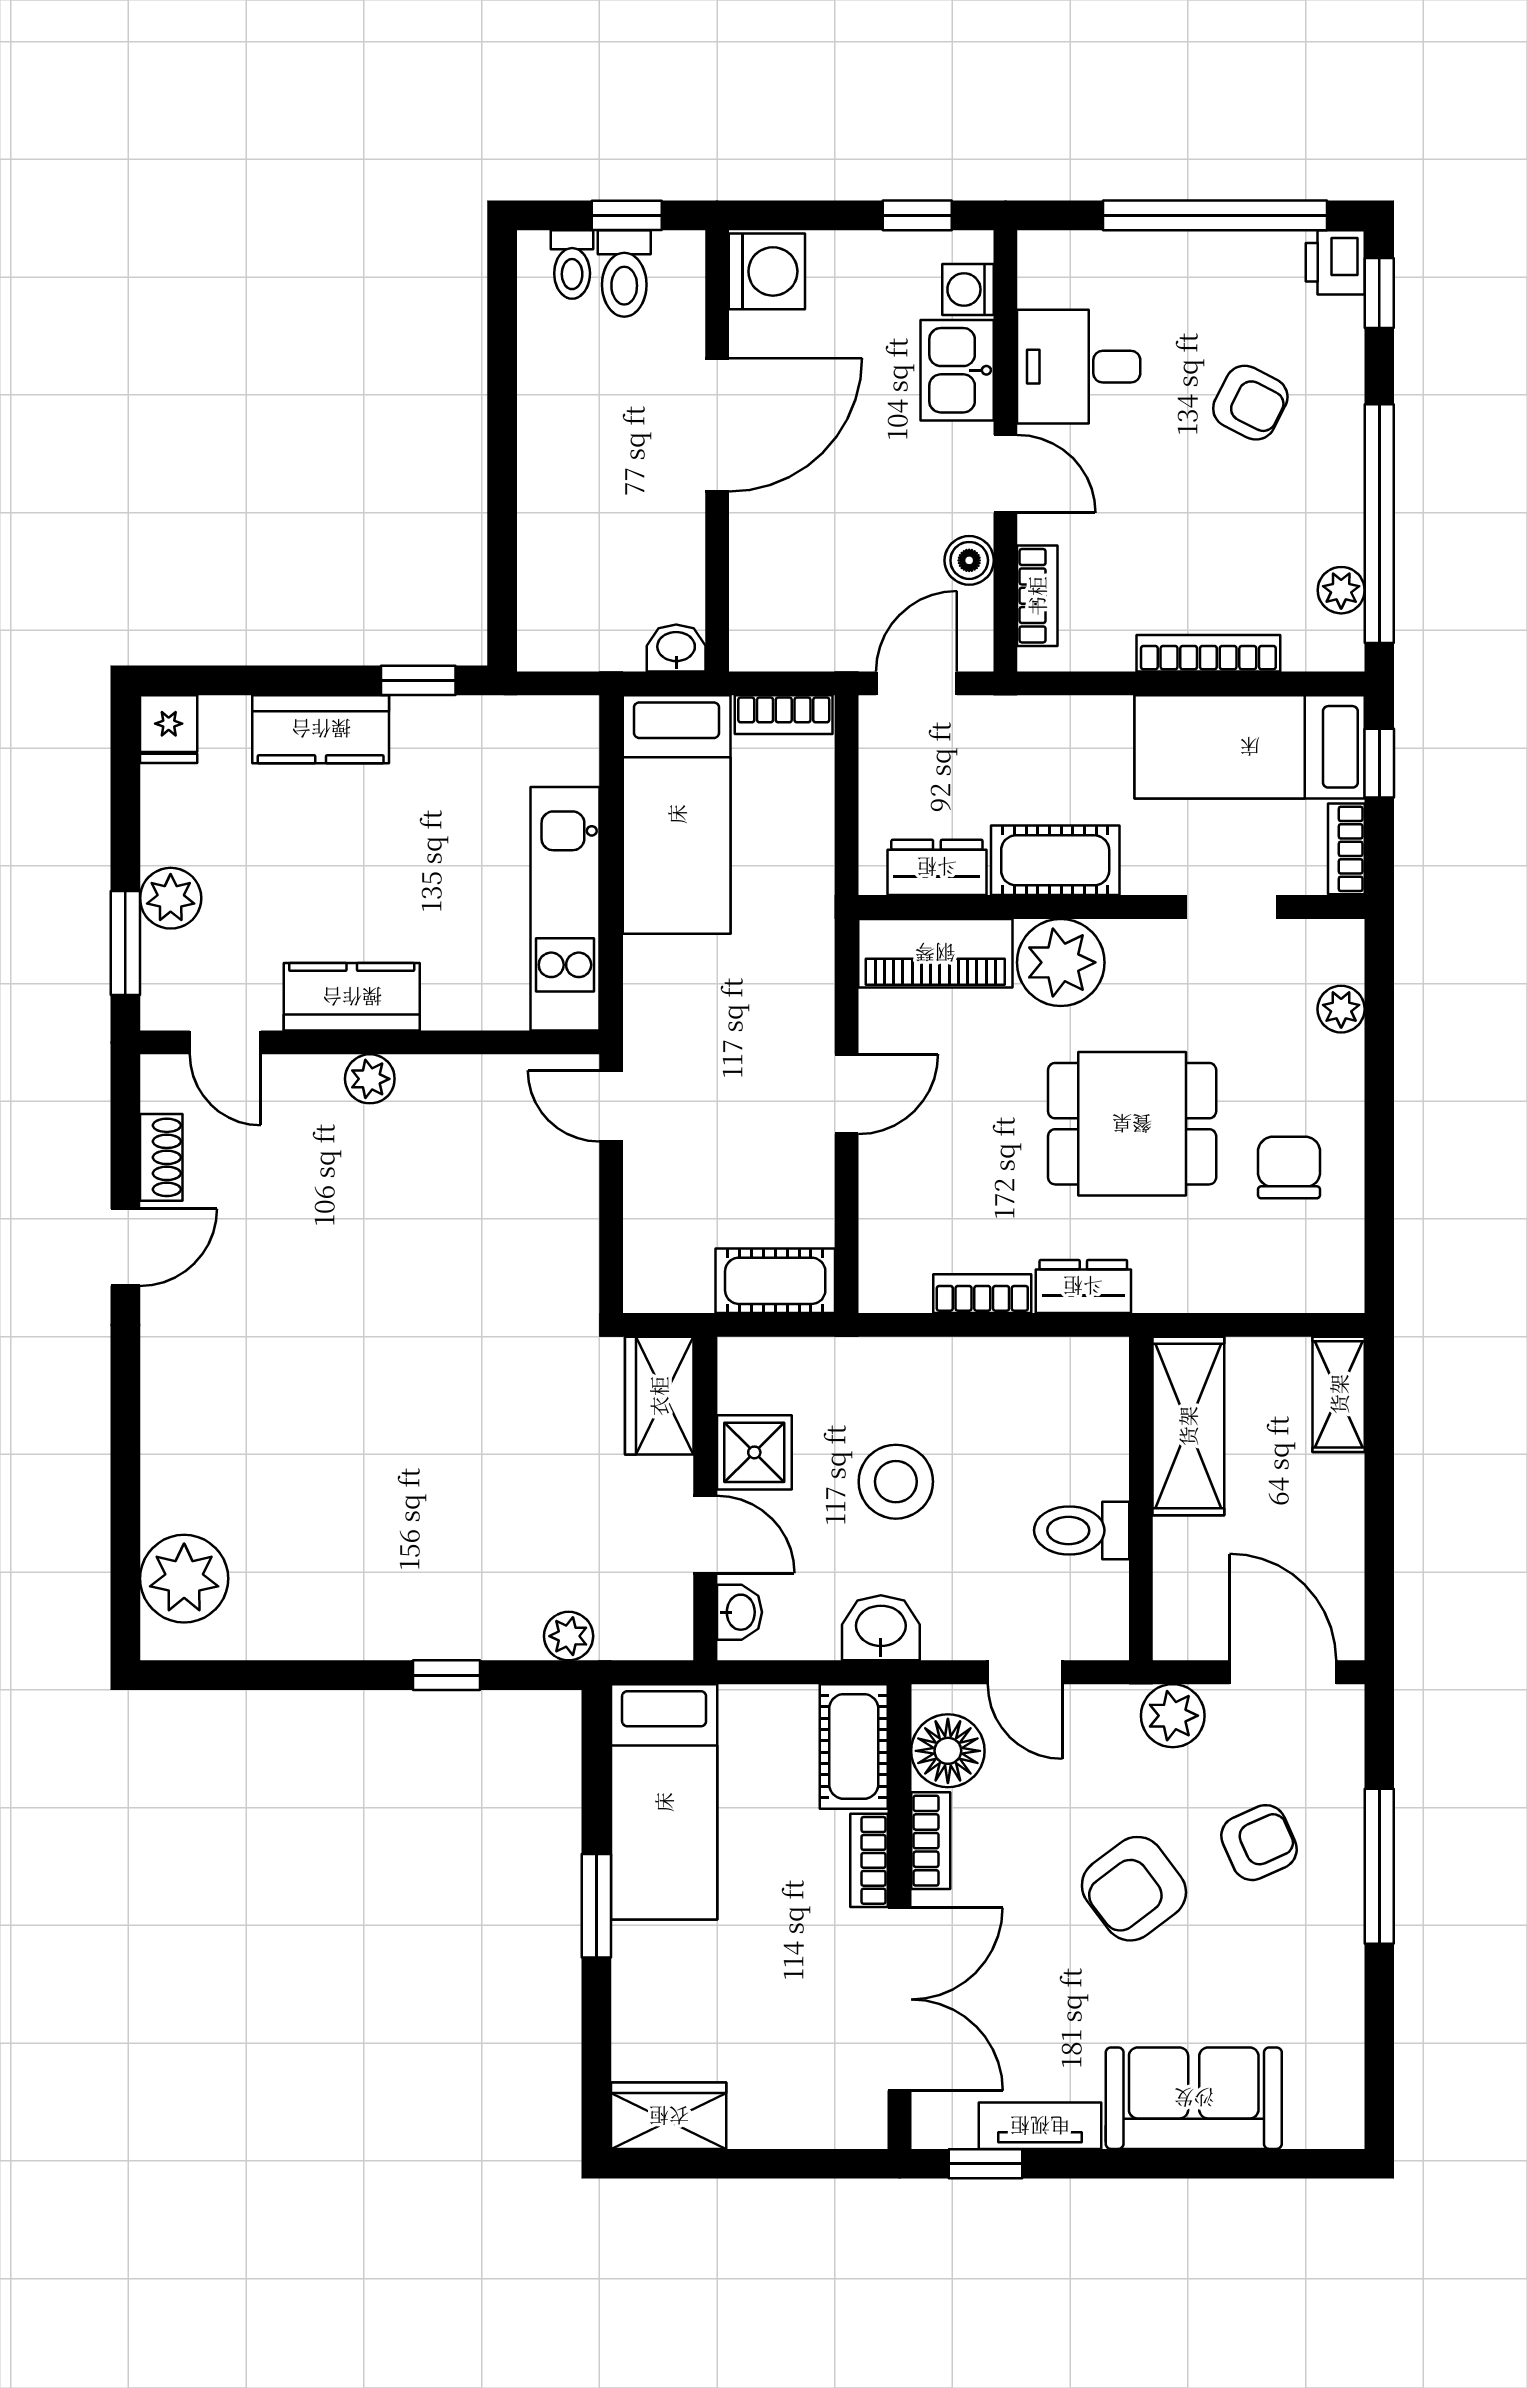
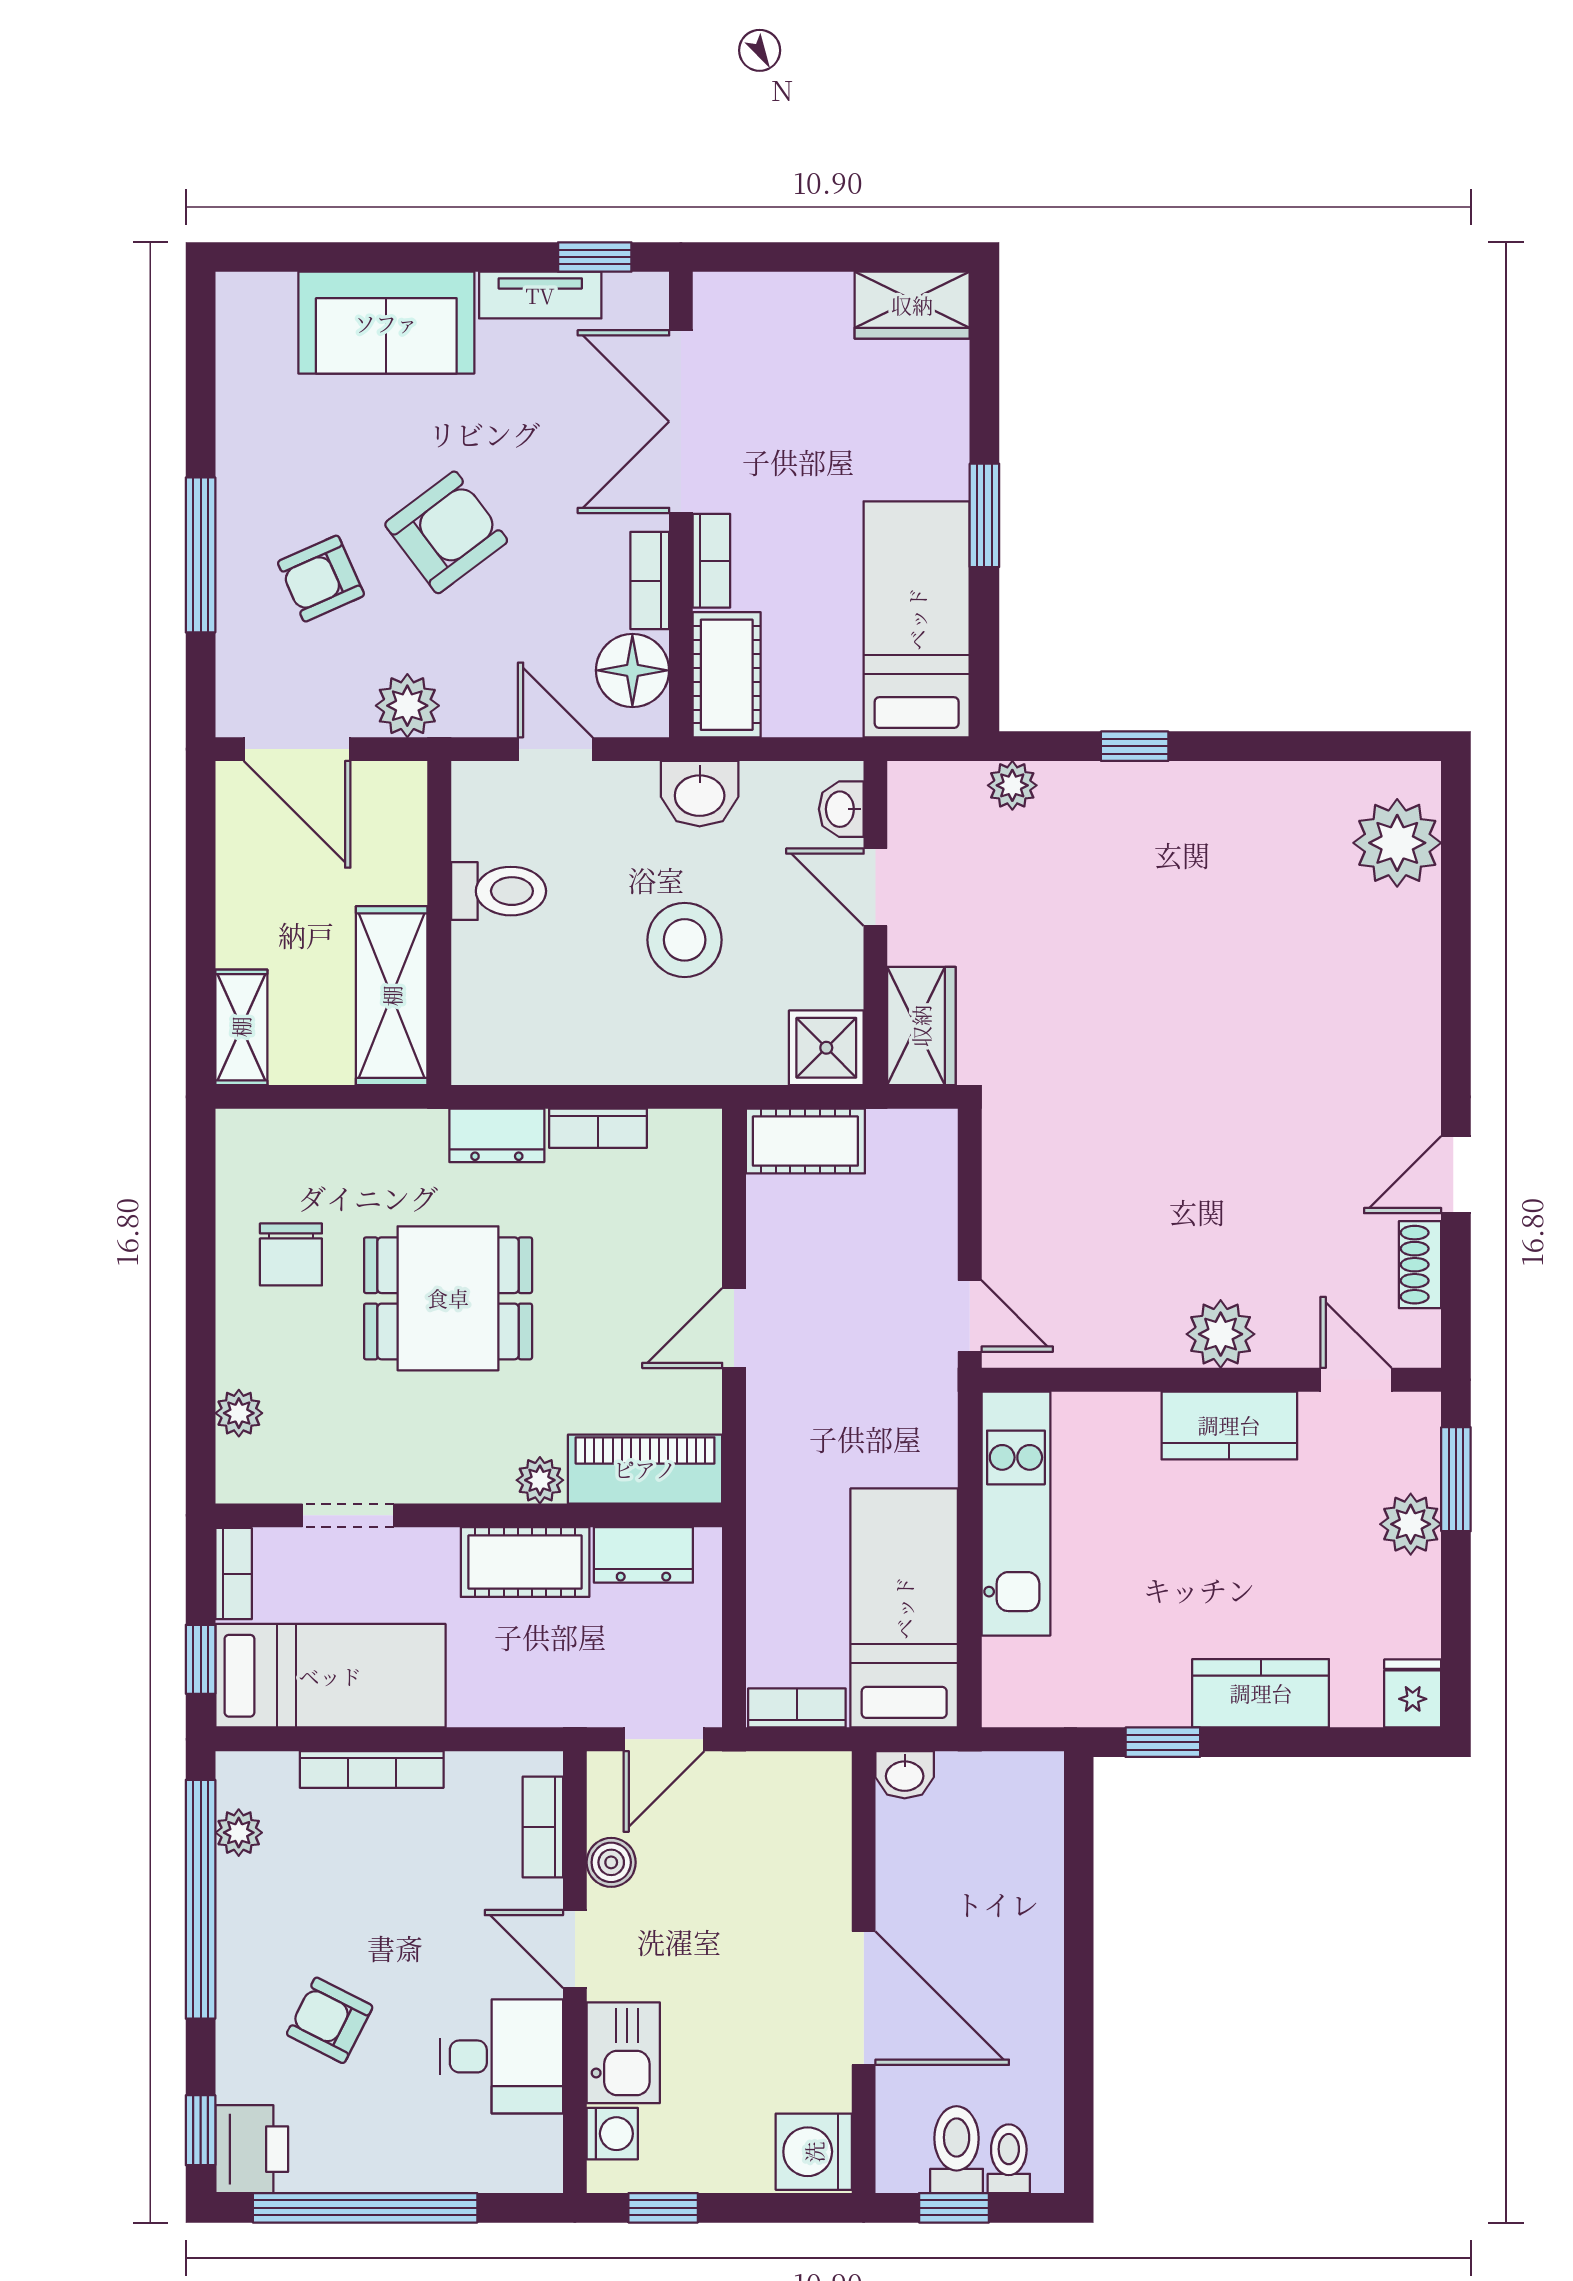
printer: (1335, 262) -> (252, 2149), width x1.36, depth x1.24
door: (717, 425) -> (864, 1998), swing flipped
plant: (1061, 962) -> (540, 1480), width x0.53, depth x0.53
plant: (370, 1079) -> (1221, 1334), width x1.38, depth x1.38
shower: (754, 1452) -> (826, 1048), moved

